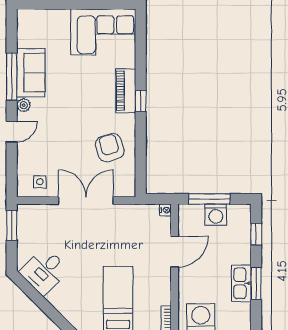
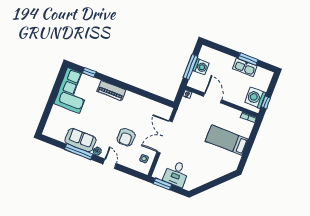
window: (141, 101) -> (89, 72), moved
armchair: (110, 148) -> (126, 137), moved, turned -73
window: (256, 234) -> (220, 48), removed
desk: (44, 271) -> (176, 174), moved, turned 45

